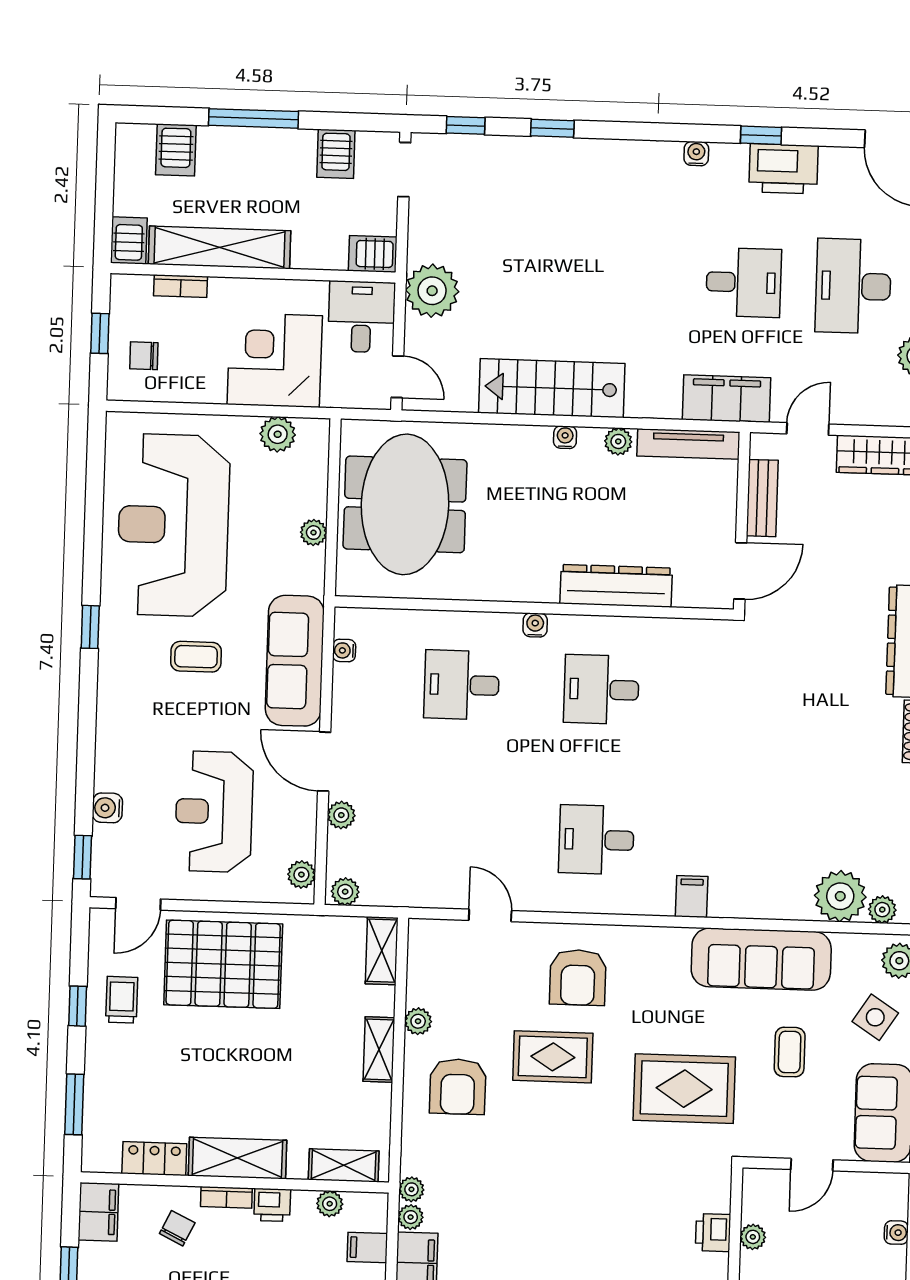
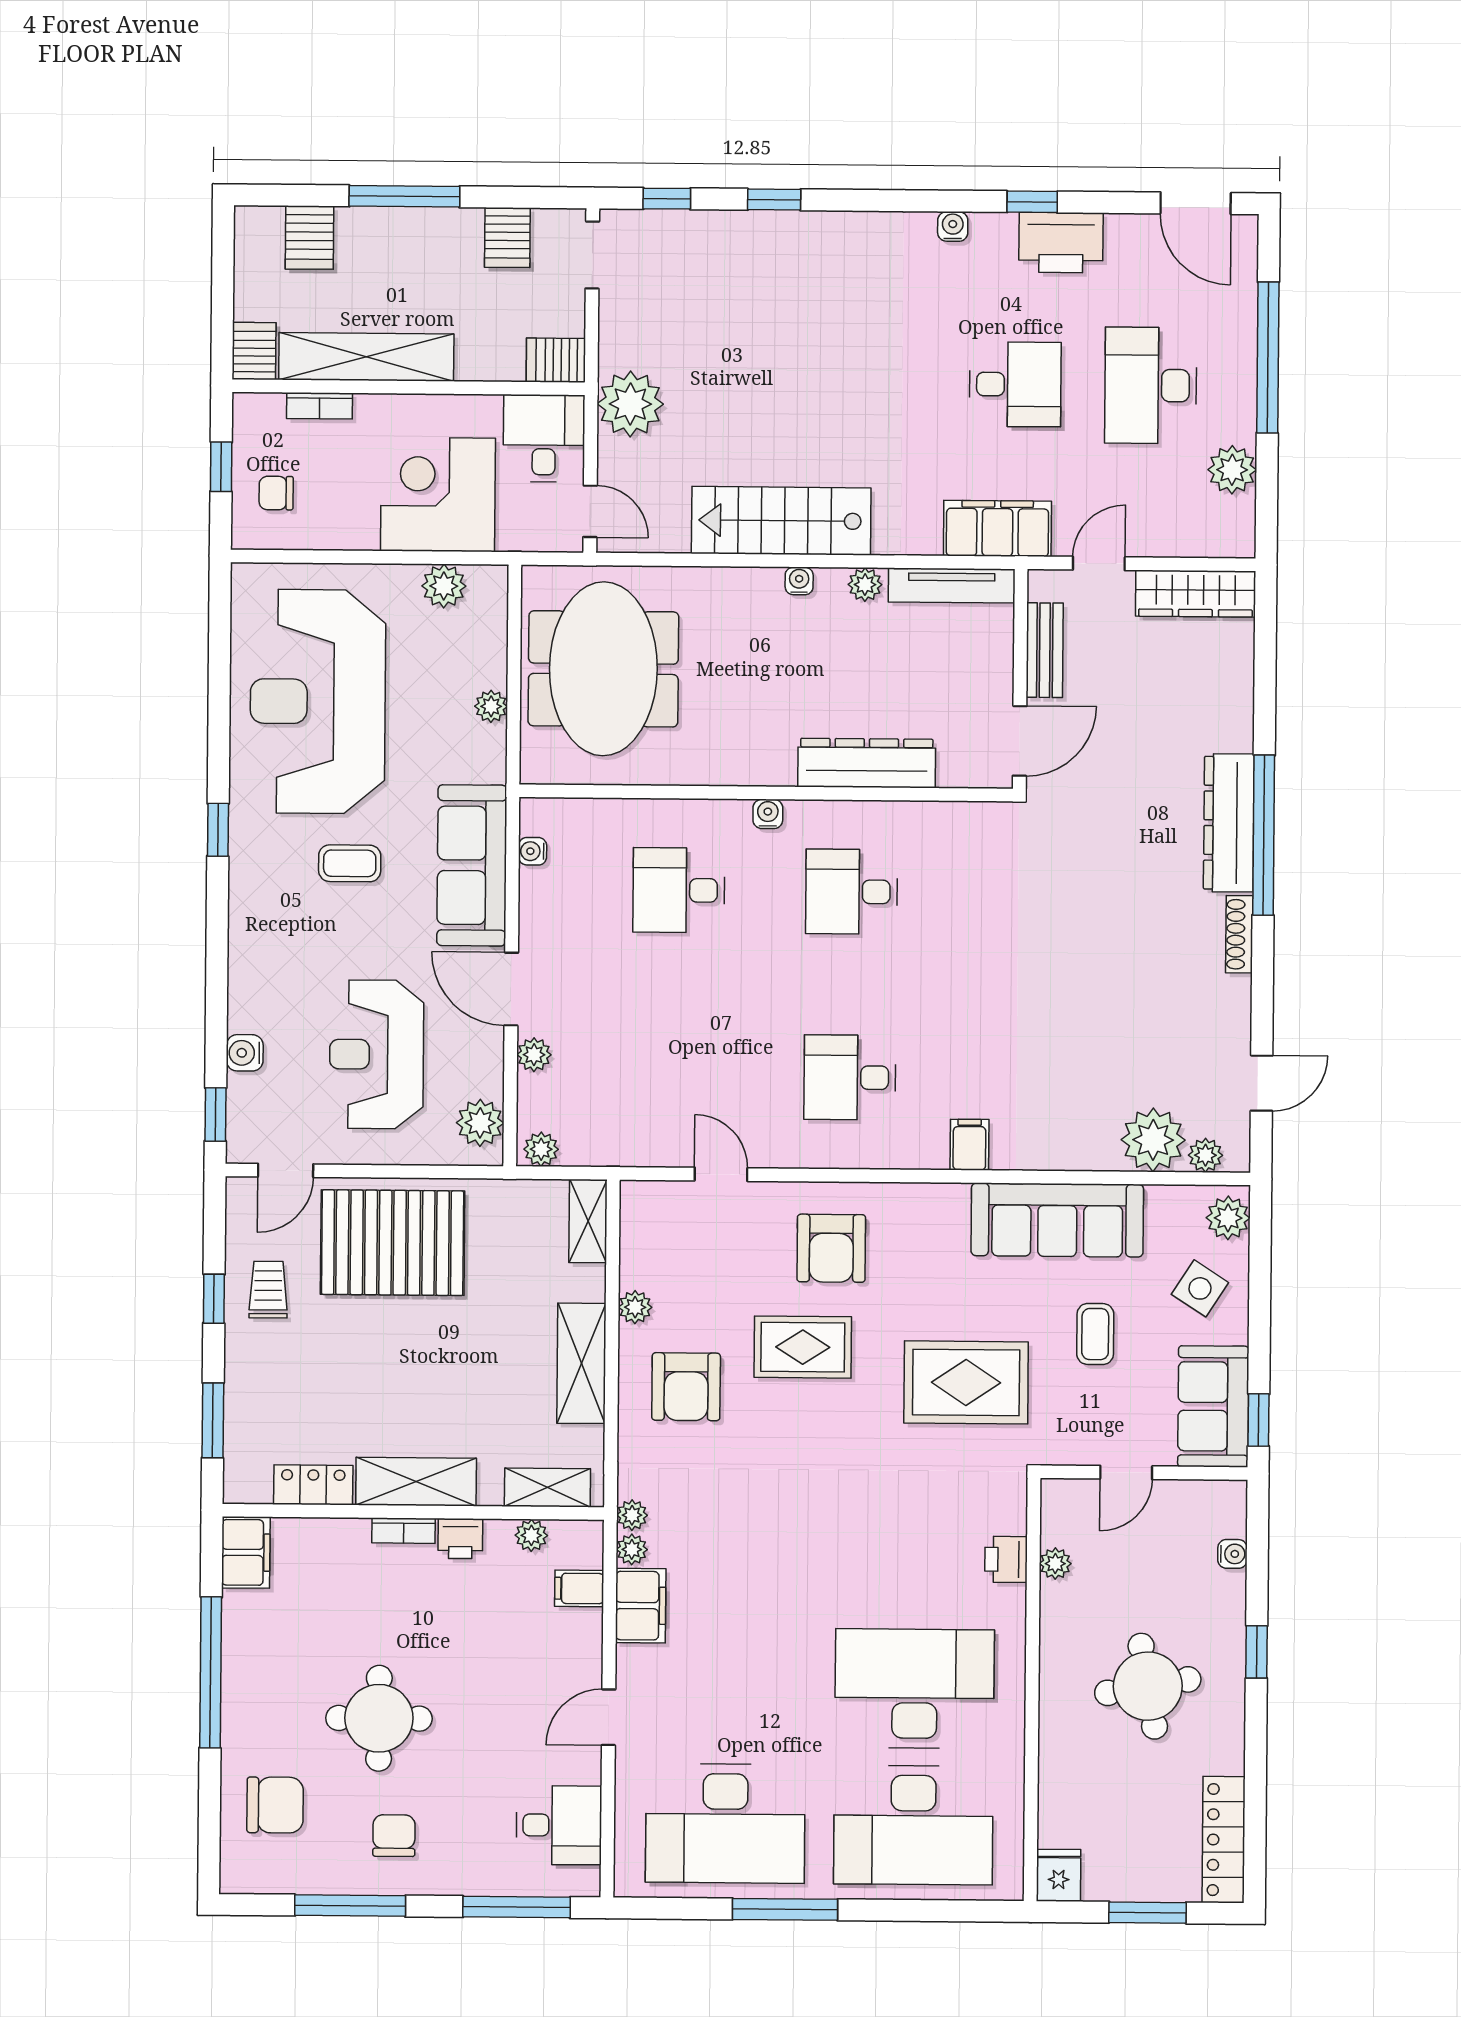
plant: (301, 875) -> (480, 1123), width x1.38, depth x1.38
shelving: (379, 1050) -> (581, 1363), width x1.50, depth x1.33
chair: (177, 1228) -> (344, 1570), removed

